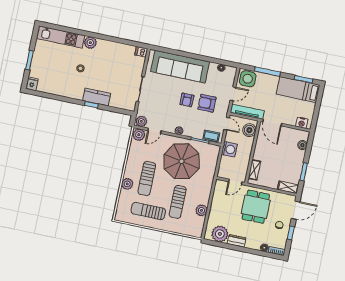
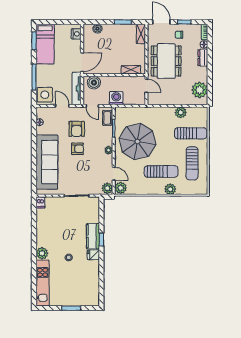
fridge: (32, 84) -> (93, 255), moved
door: (227, 124) -> (92, 106), swing flipped
sun lounger: (178, 202) -> (191, 133), moved
dining table: (256, 207) -> (166, 61), width x1.37
dresser: (237, 241) -> (203, 58), moved

